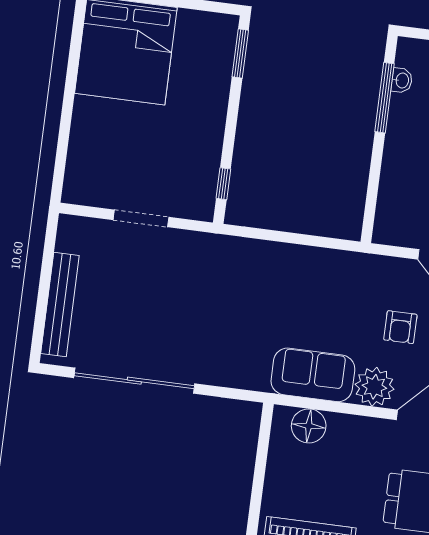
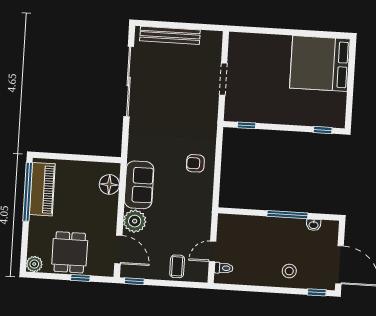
window: (240, 53) -> (323, 130), width x0.67
window: (385, 98) -> (287, 215), moved
armchair: (400, 327) -> (195, 163), moved

